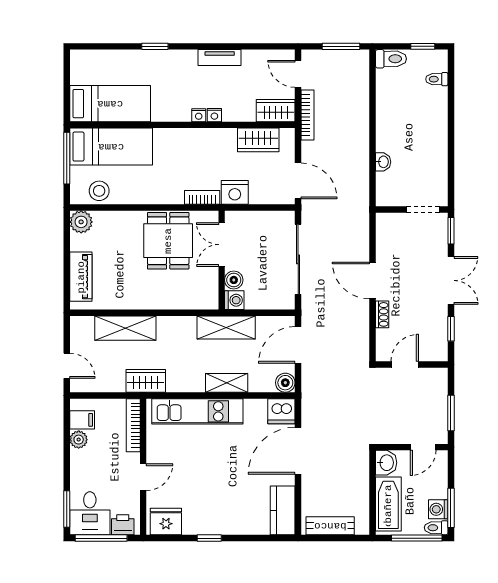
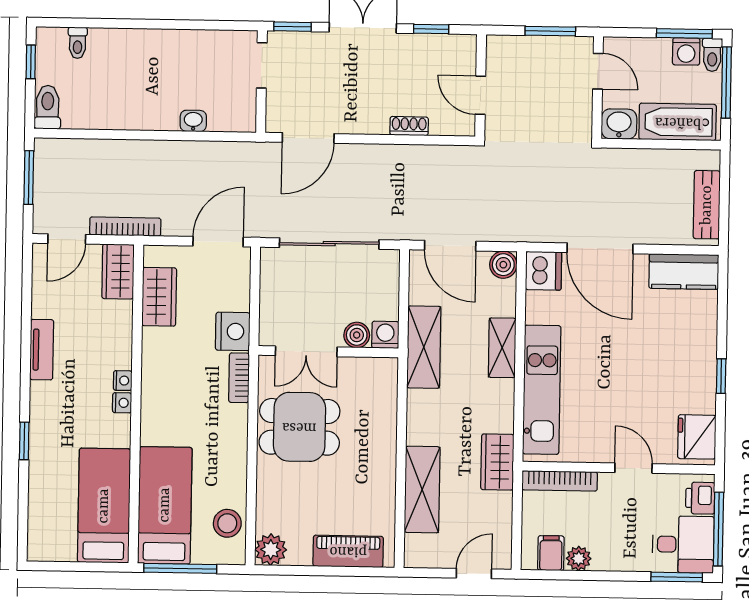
nightstand: (214, 115) -> (122, 403), moved
door: (372, 281) -> (308, 138), moved

